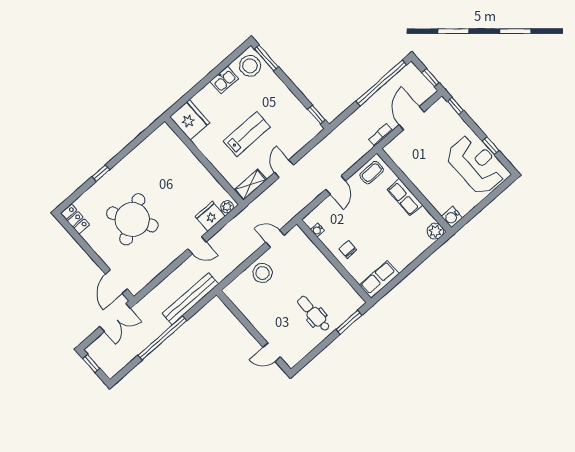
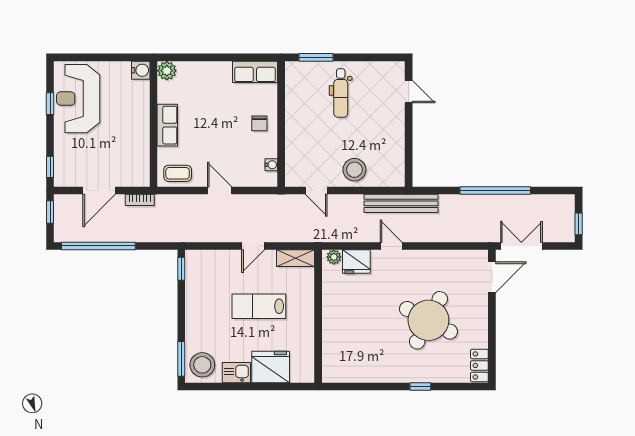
fridge: (190, 120) -> (271, 367), moved, turned 90
door: (336, 185) -> (220, 191), hinge flipped
round table: (132, 219) -> (428, 320), turned -31
bench: (191, 299) -> (401, 203), moved

